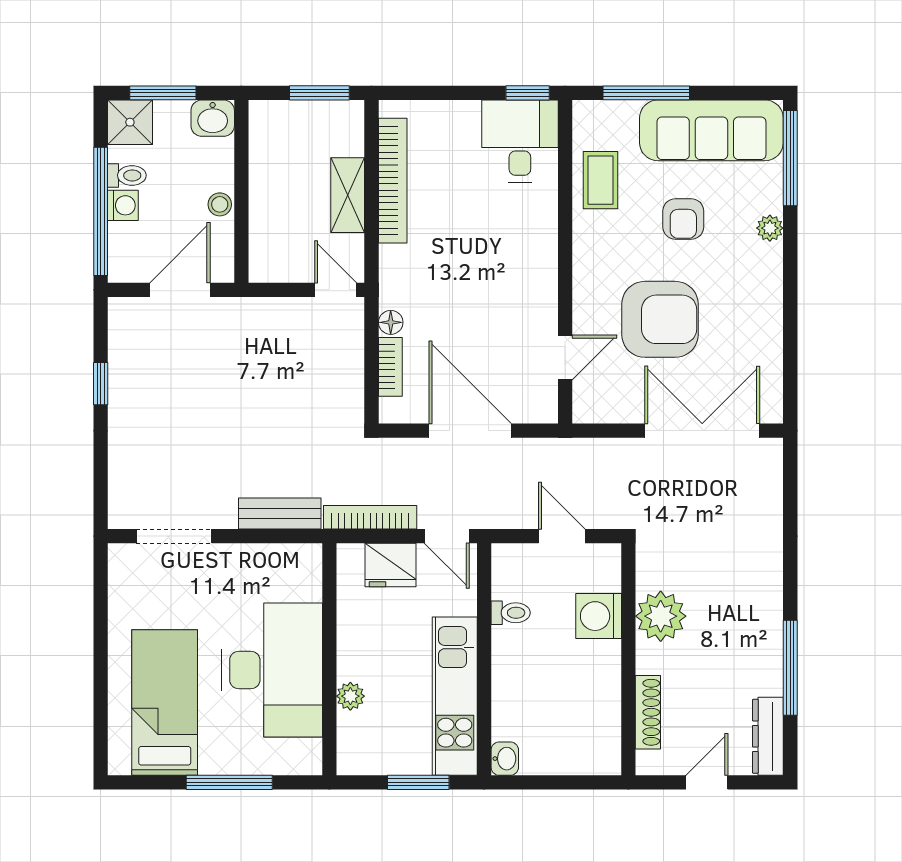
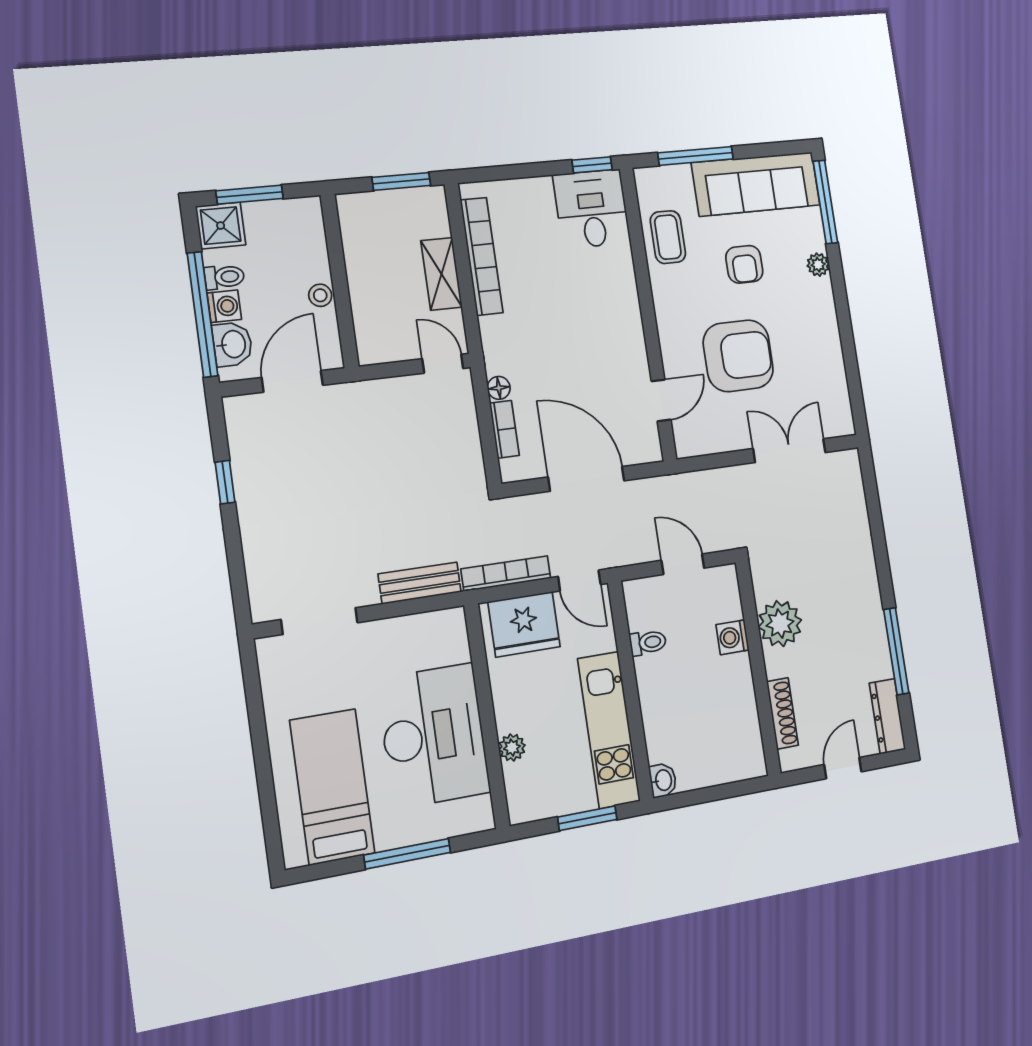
washbasin: (213, 118) -> (233, 344), moved, turned -90
double door: (702, 431) -> (789, 451), width x0.73
fridge: (391, 565) -> (524, 624), width x1.36, depth x1.34
washing machine: (599, 616) -> (733, 637), width x0.73, depth x0.73

